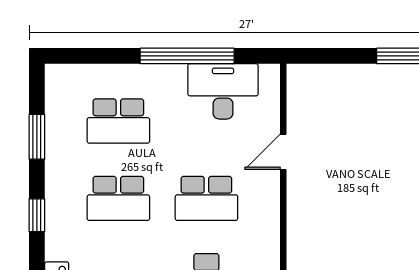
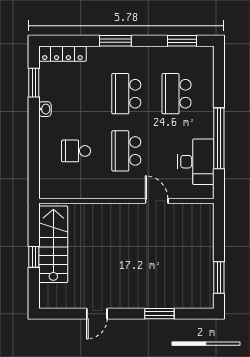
window: (37, 137) -> (182, 41), moved
window: (37, 215) -> (115, 41), width x1.50

